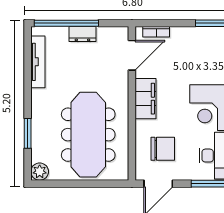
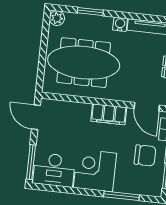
water cooler: (39, 97) -> (120, 24), added
chair: (163, 149) -> (145, 155), moved, turned -90

